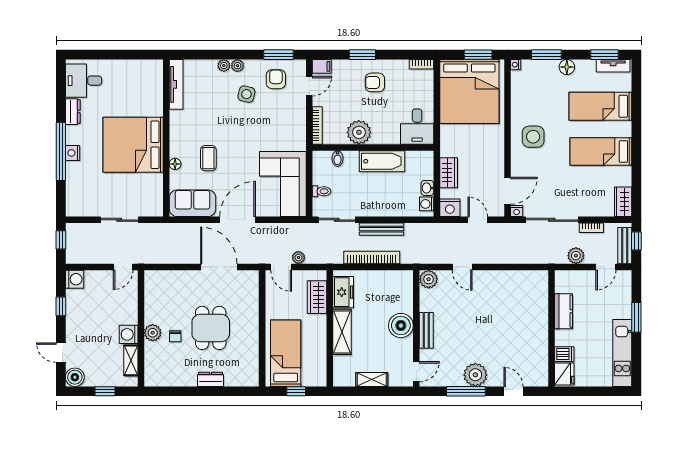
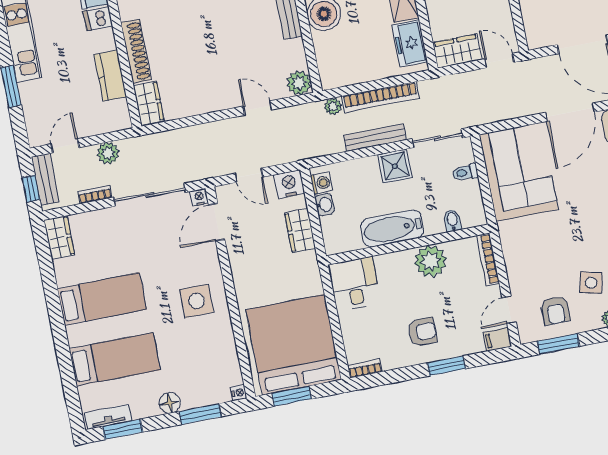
shower: (371, 206) -> (395, 166), added
plant: (298, 257) -> (333, 106), moved
wardrobe: (540, 286) -> (149, 103), added
wardrobe: (317, 297) -> (457, 51), moved, turned -90
shoe rack: (541, 325) -> (136, 51), added

